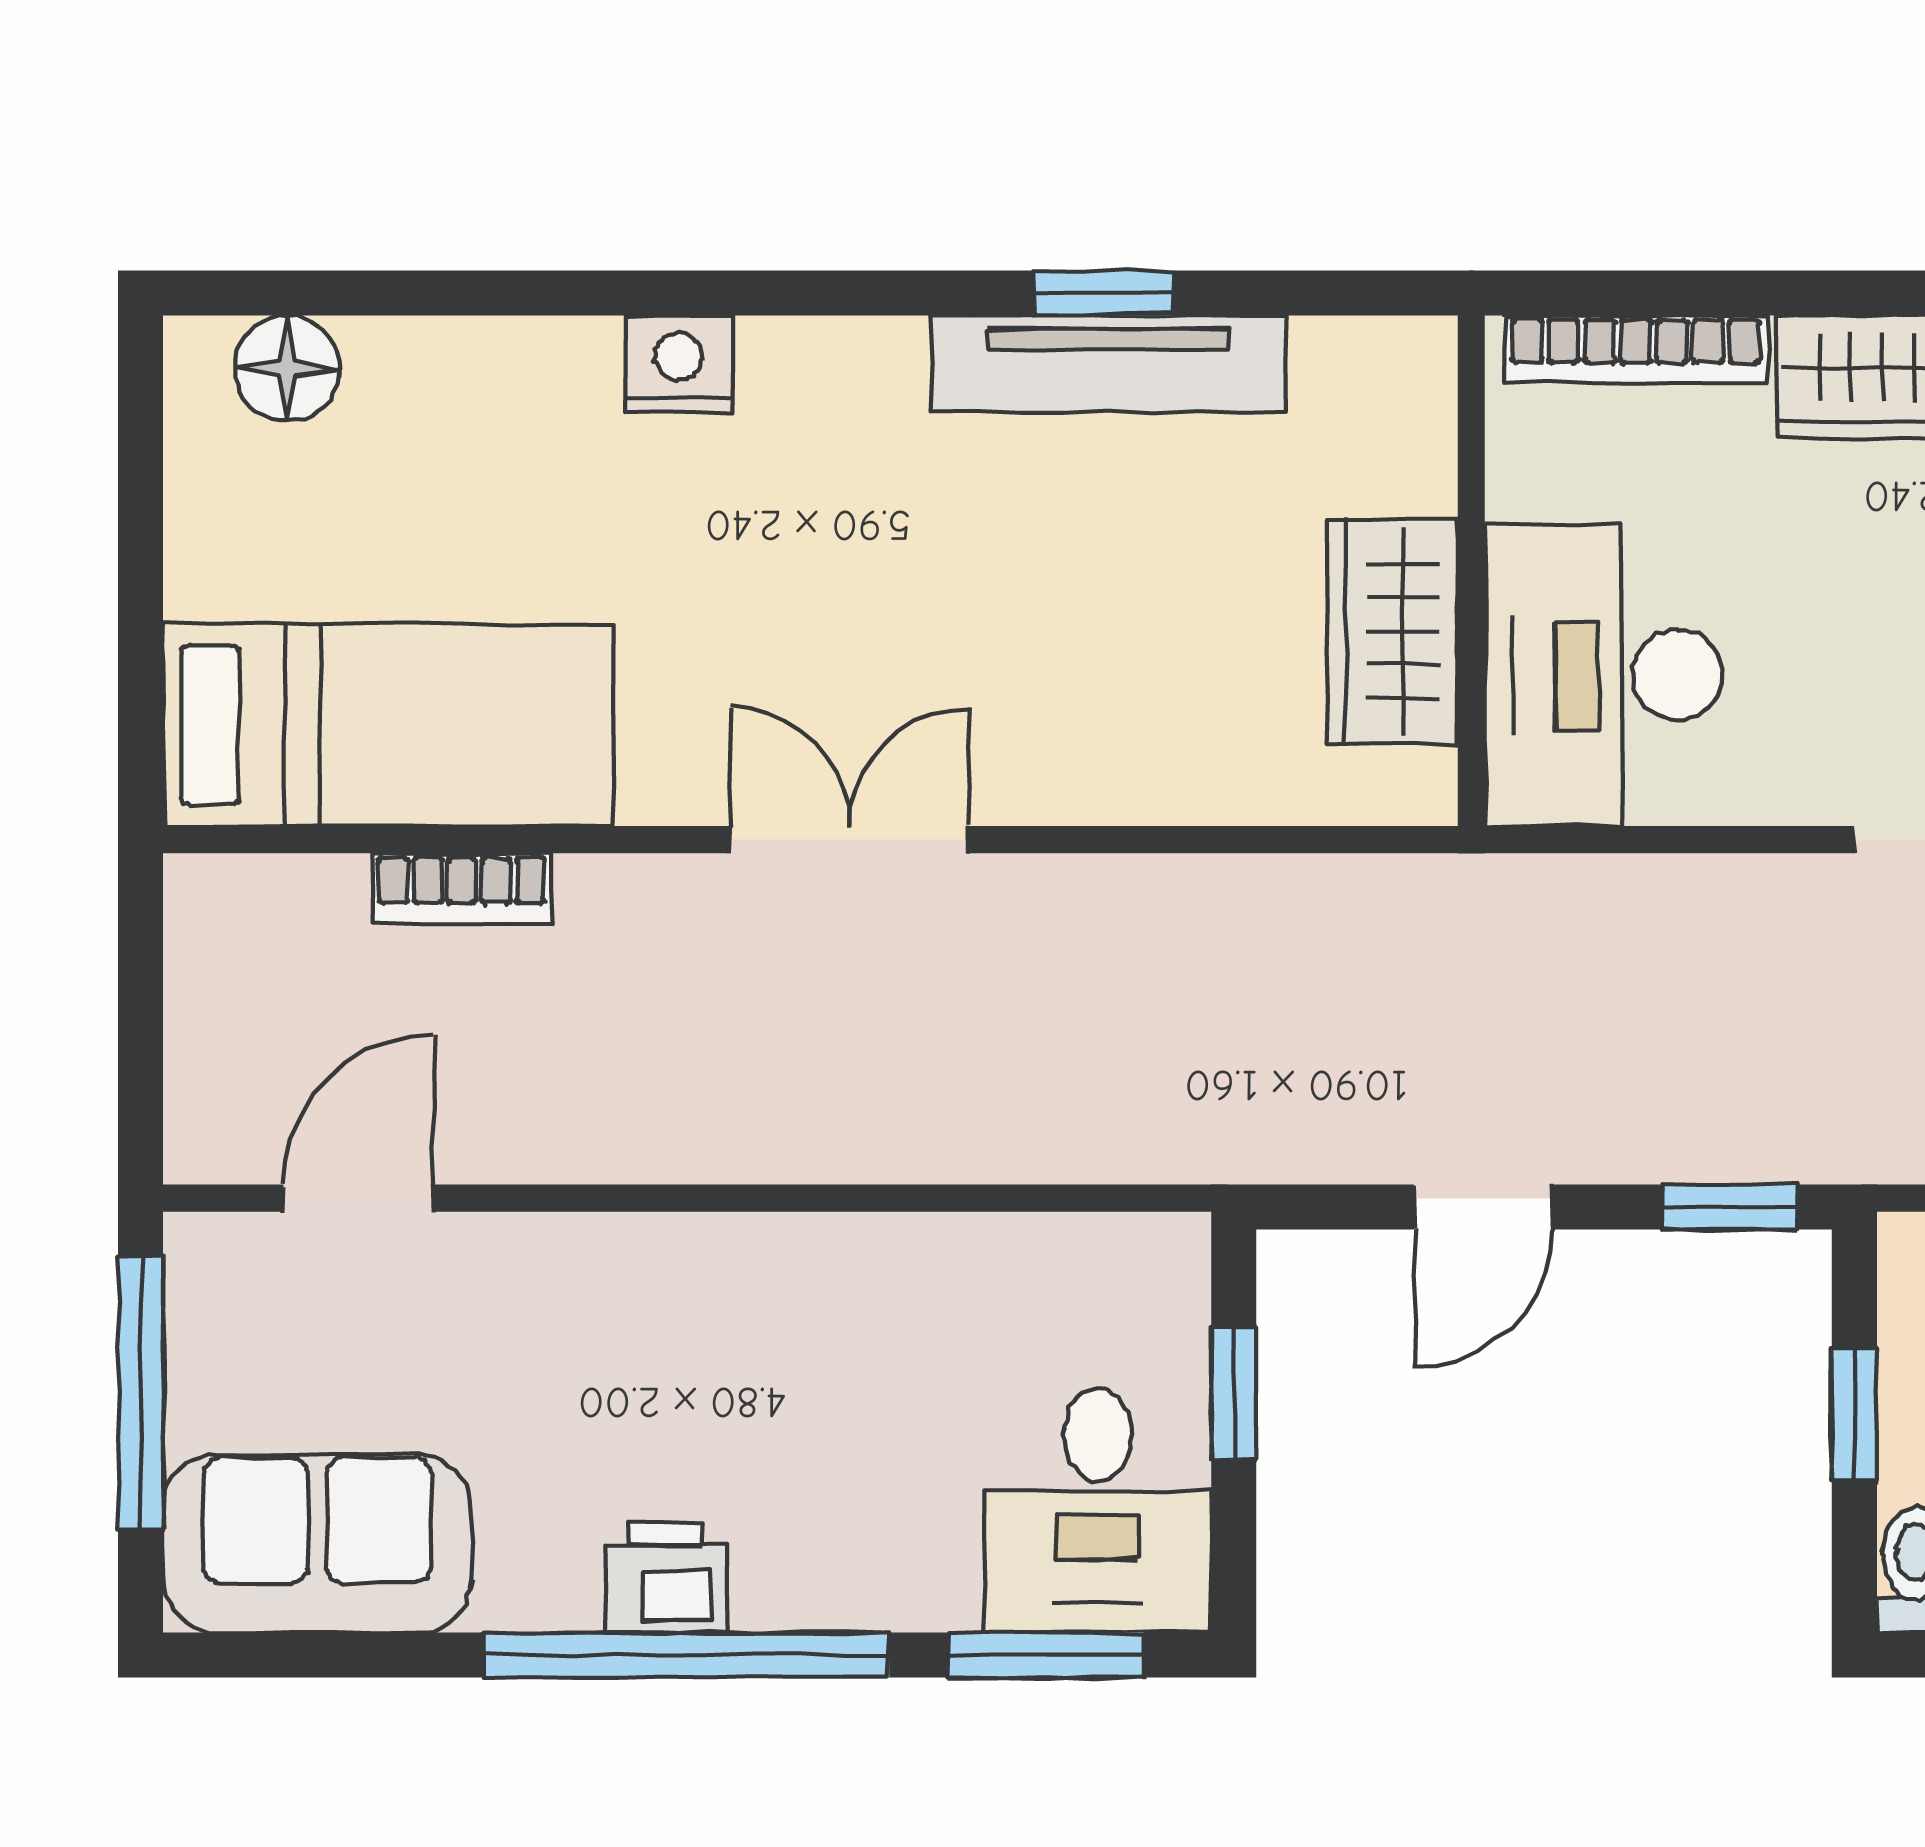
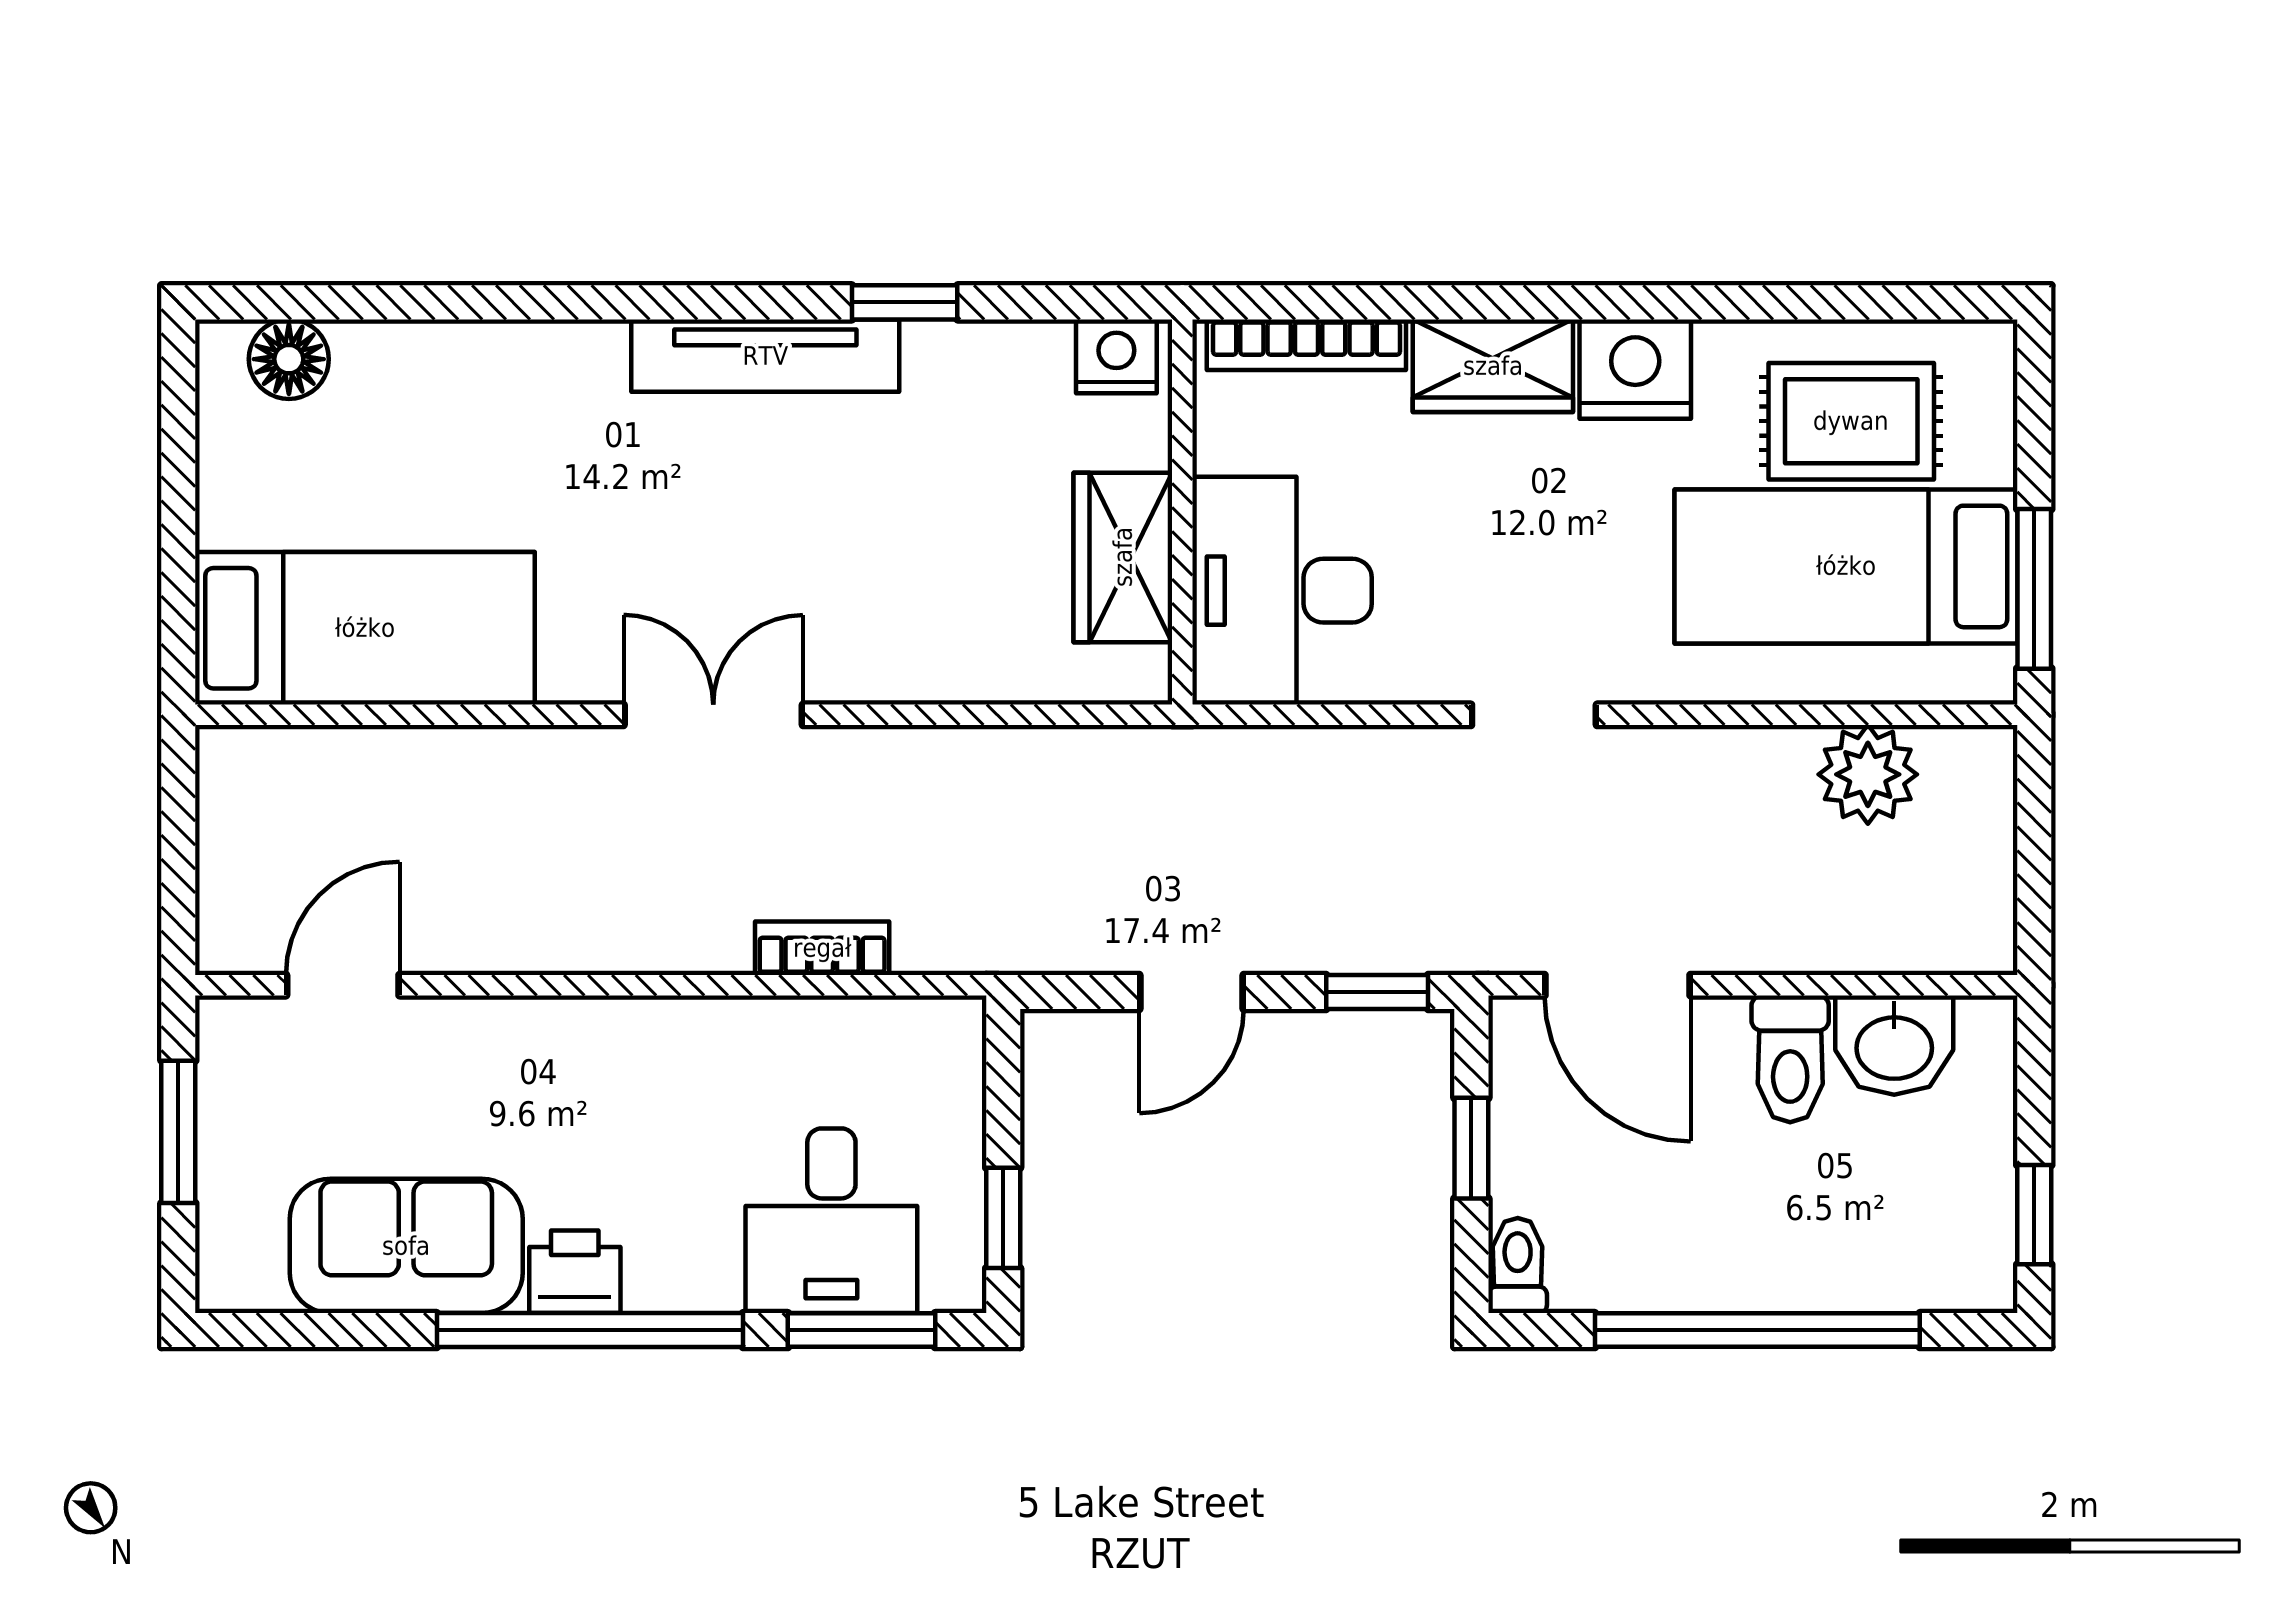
tv unit: (1109, 363) -> (765, 356), moved
nightstand: (679, 365) -> (1116, 356), moved
bookcase: (462, 889) -> (822, 948), moved, turned 180
window: (141, 1392) -> (178, 1132), width x0.69
window: (1234, 1393) -> (1003, 1218), moved
desk: (1098, 1510) -> (831, 1221), moved
sofa: (317, 1544) -> (406, 1246), moved

